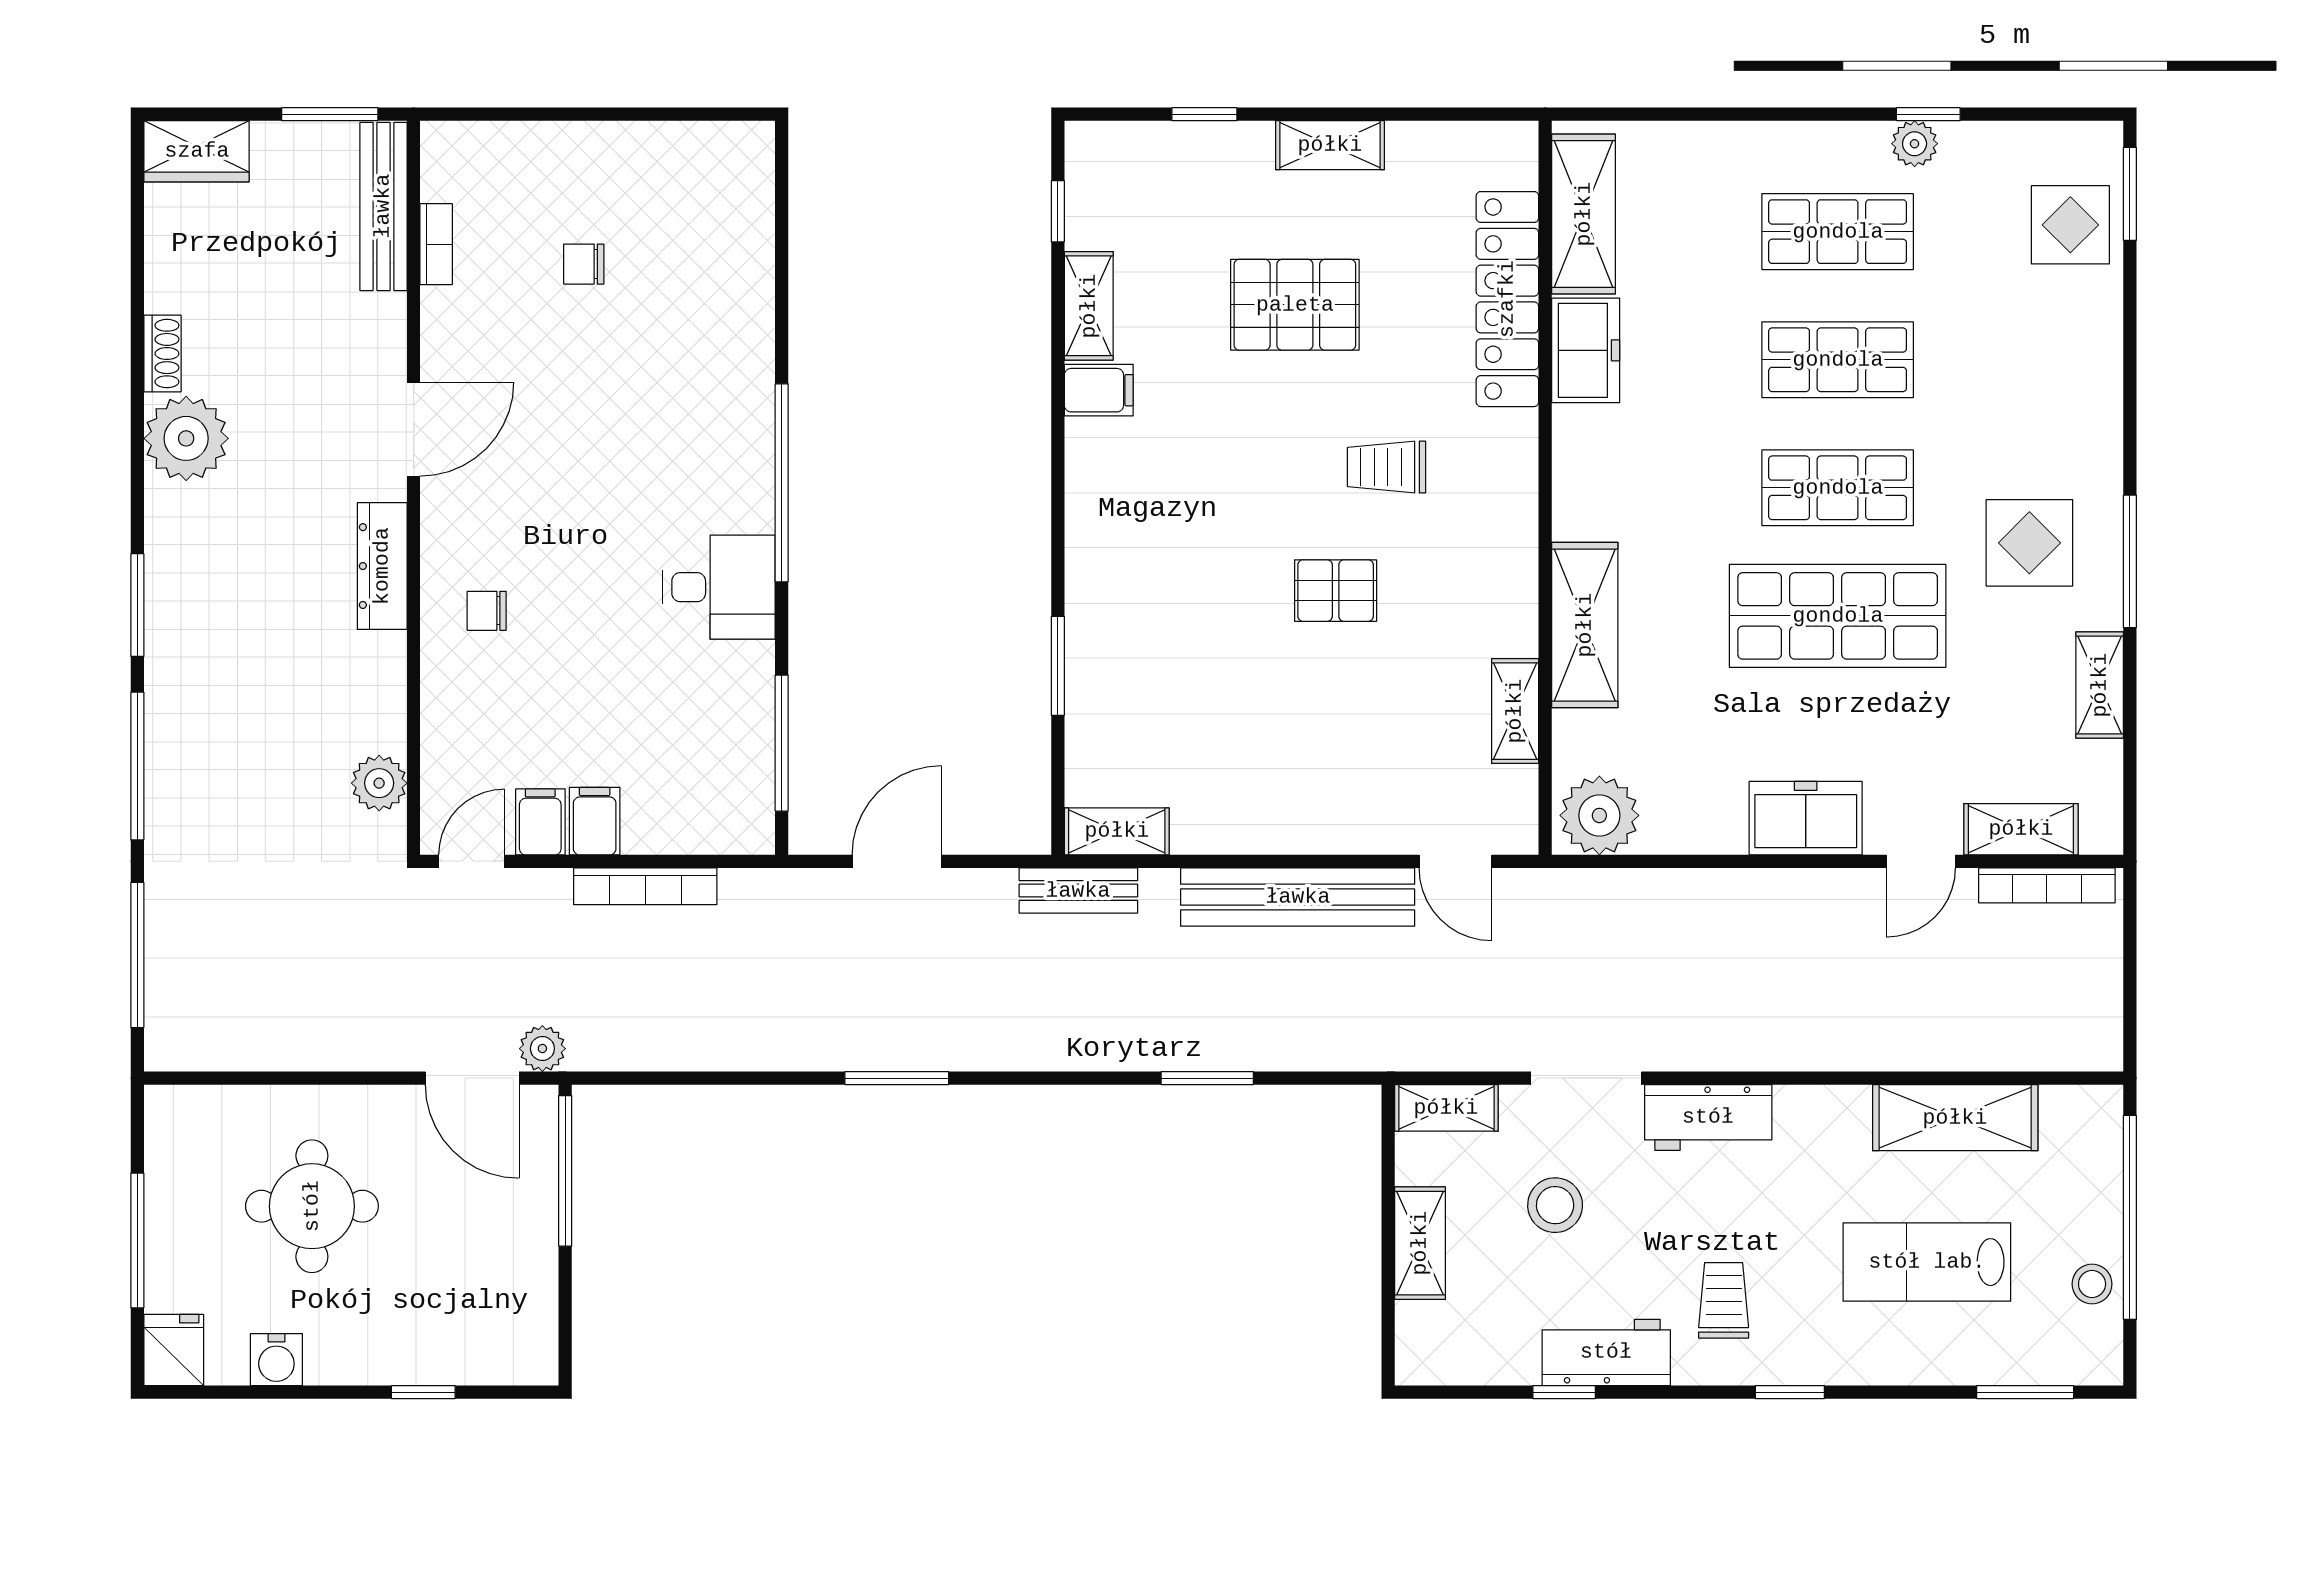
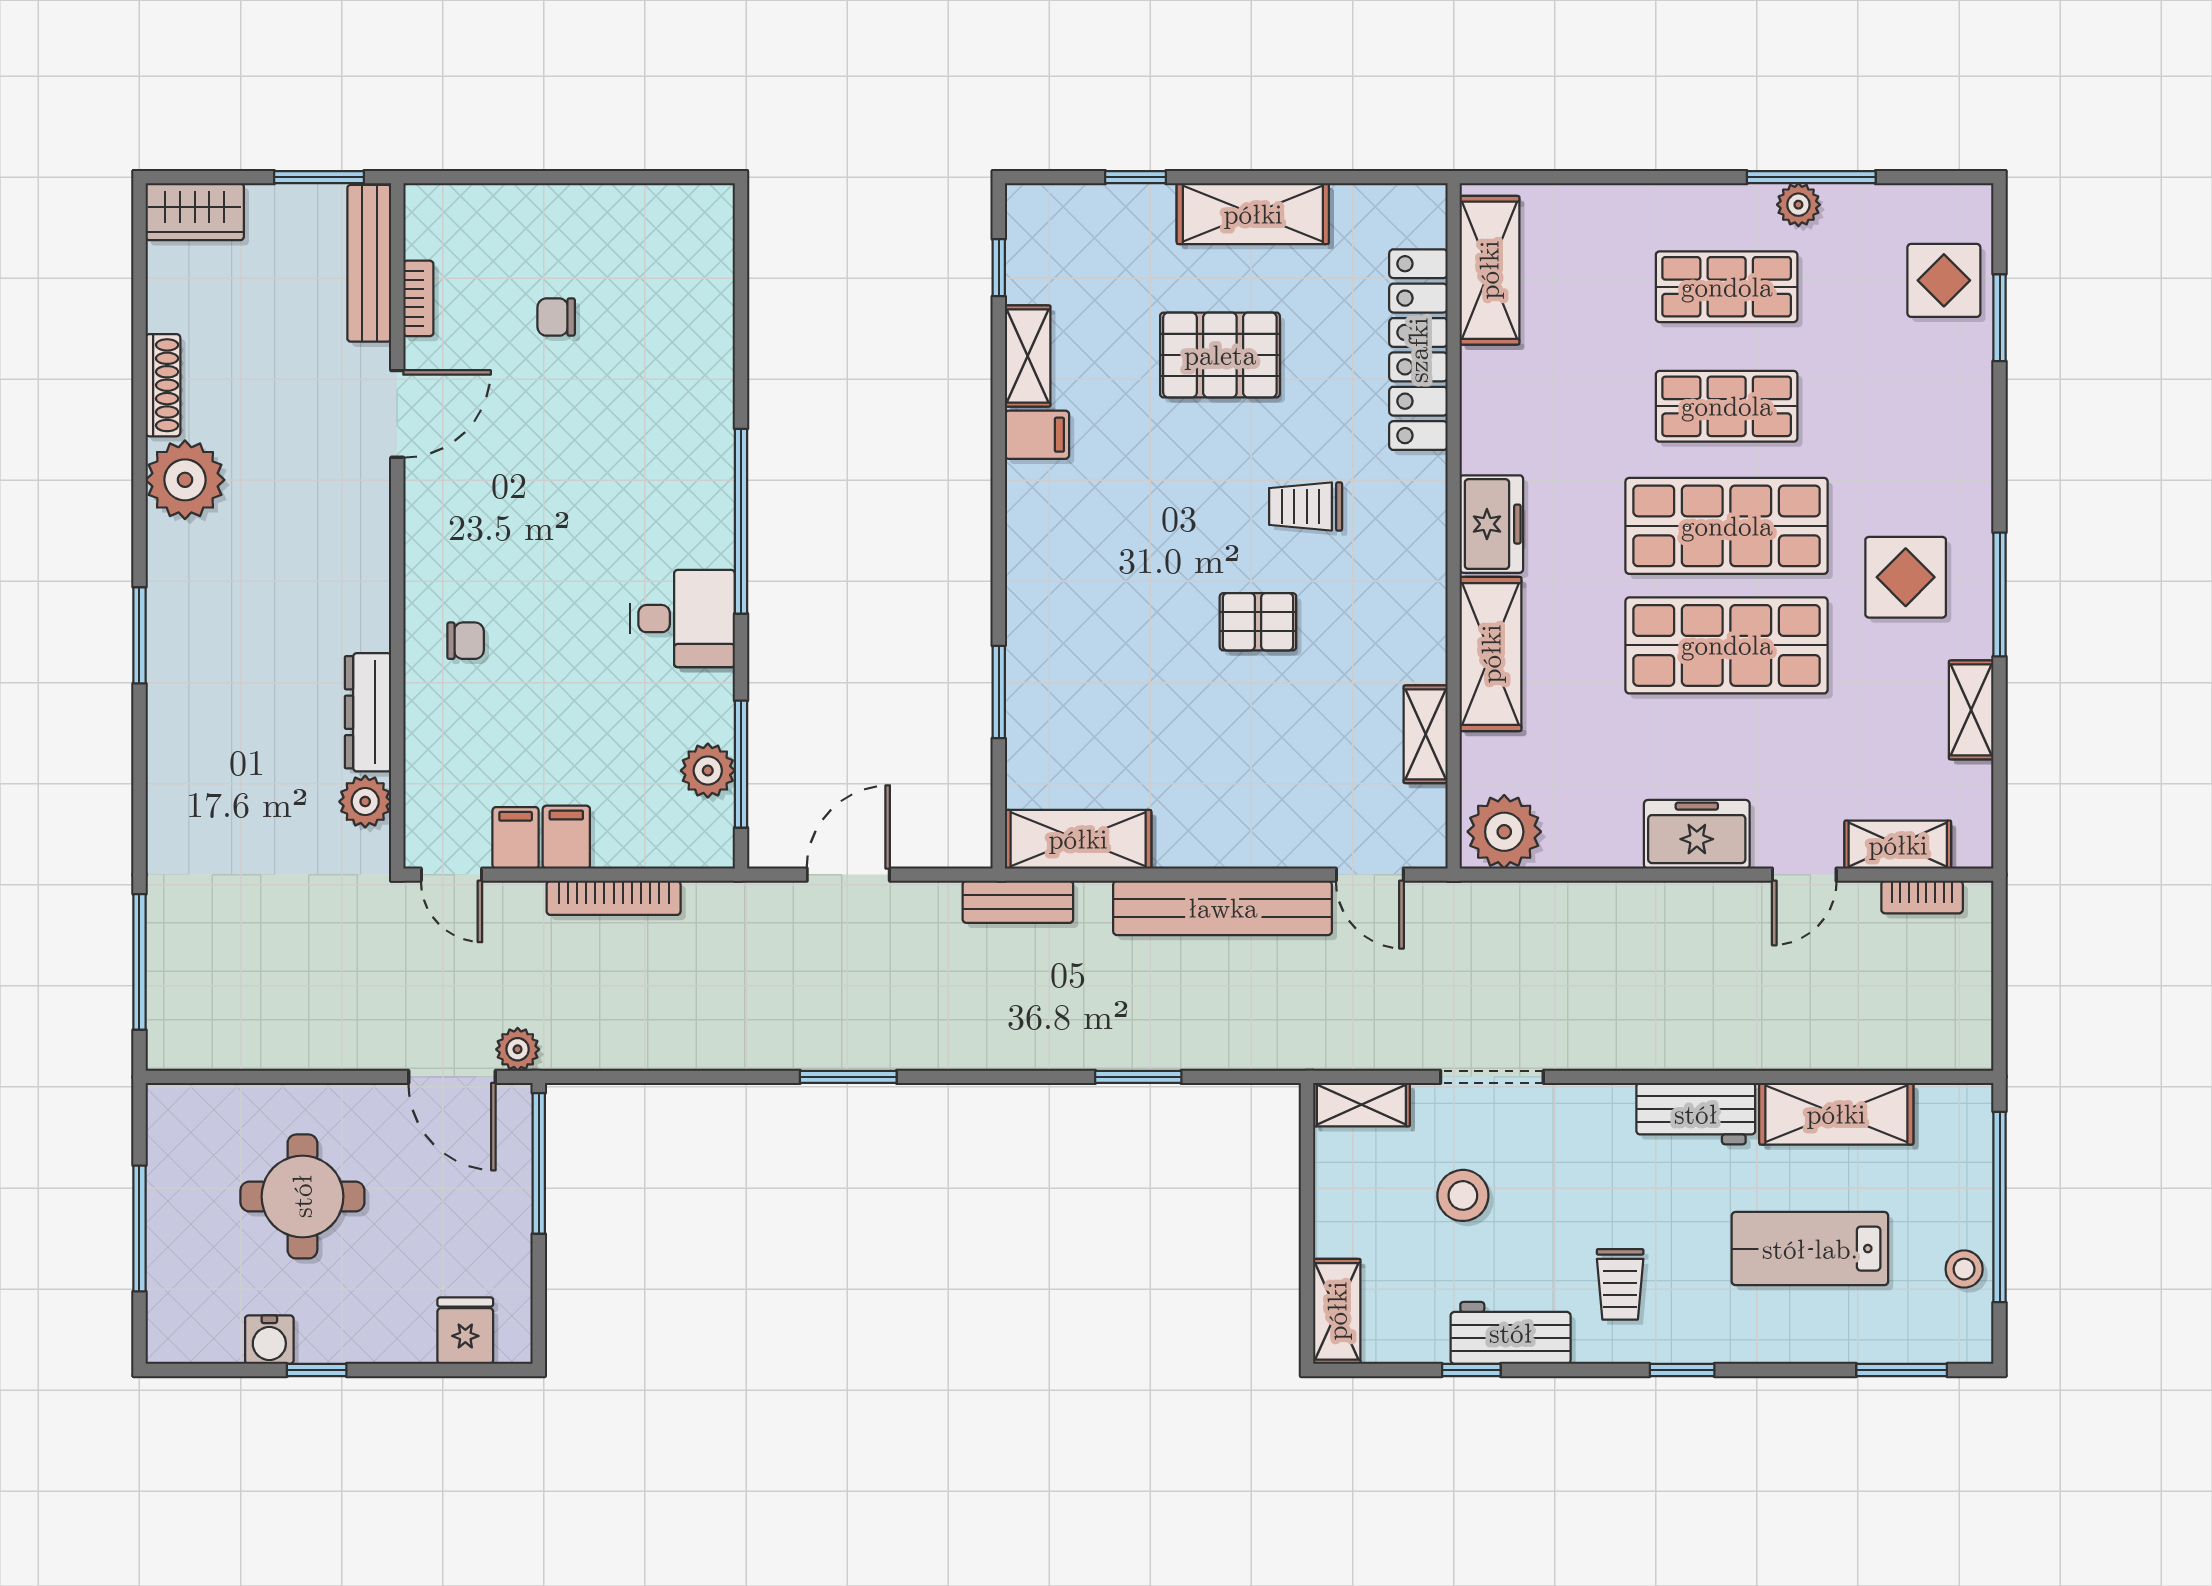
window: (1928, 114) -> (1811, 177), width x2.17
shelving: (1330, 145) -> (1253, 214), width x1.50, depth x1.33
window: (2130, 194) -> (2000, 318), moved
freezer: (1586, 350) -> (1491, 524), moved
shoe rack: (162, 354) -> (163, 385), width x1.43
door: (414, 429) -> (397, 414), moved
shop shelf: (1838, 488) -> (1727, 526), width x1.43, depth x1.36
dresser: (382, 566) -> (368, 712), moved
chair: (487, 611) -> (466, 641), turned 180
plant: (746, 750) -> (708, 771), added
window: (137, 766) -> (139, 786), removed
shelving: (1117, 831) -> (1078, 839), width x1.50, depth x1.33
door: (472, 861) -> (452, 875), swing flipped
bookcase: (2047, 885) -> (1922, 897), width x0.64
workbench: (1708, 1117) -> (1696, 1114), moved
shelving: (1420, 1243) -> (1337, 1311), moved
trolley: (1724, 1300) -> (1620, 1284), turned 180
fridge: (174, 1350) -> (465, 1331), moved
window: (423, 1392) -> (317, 1370), moved

